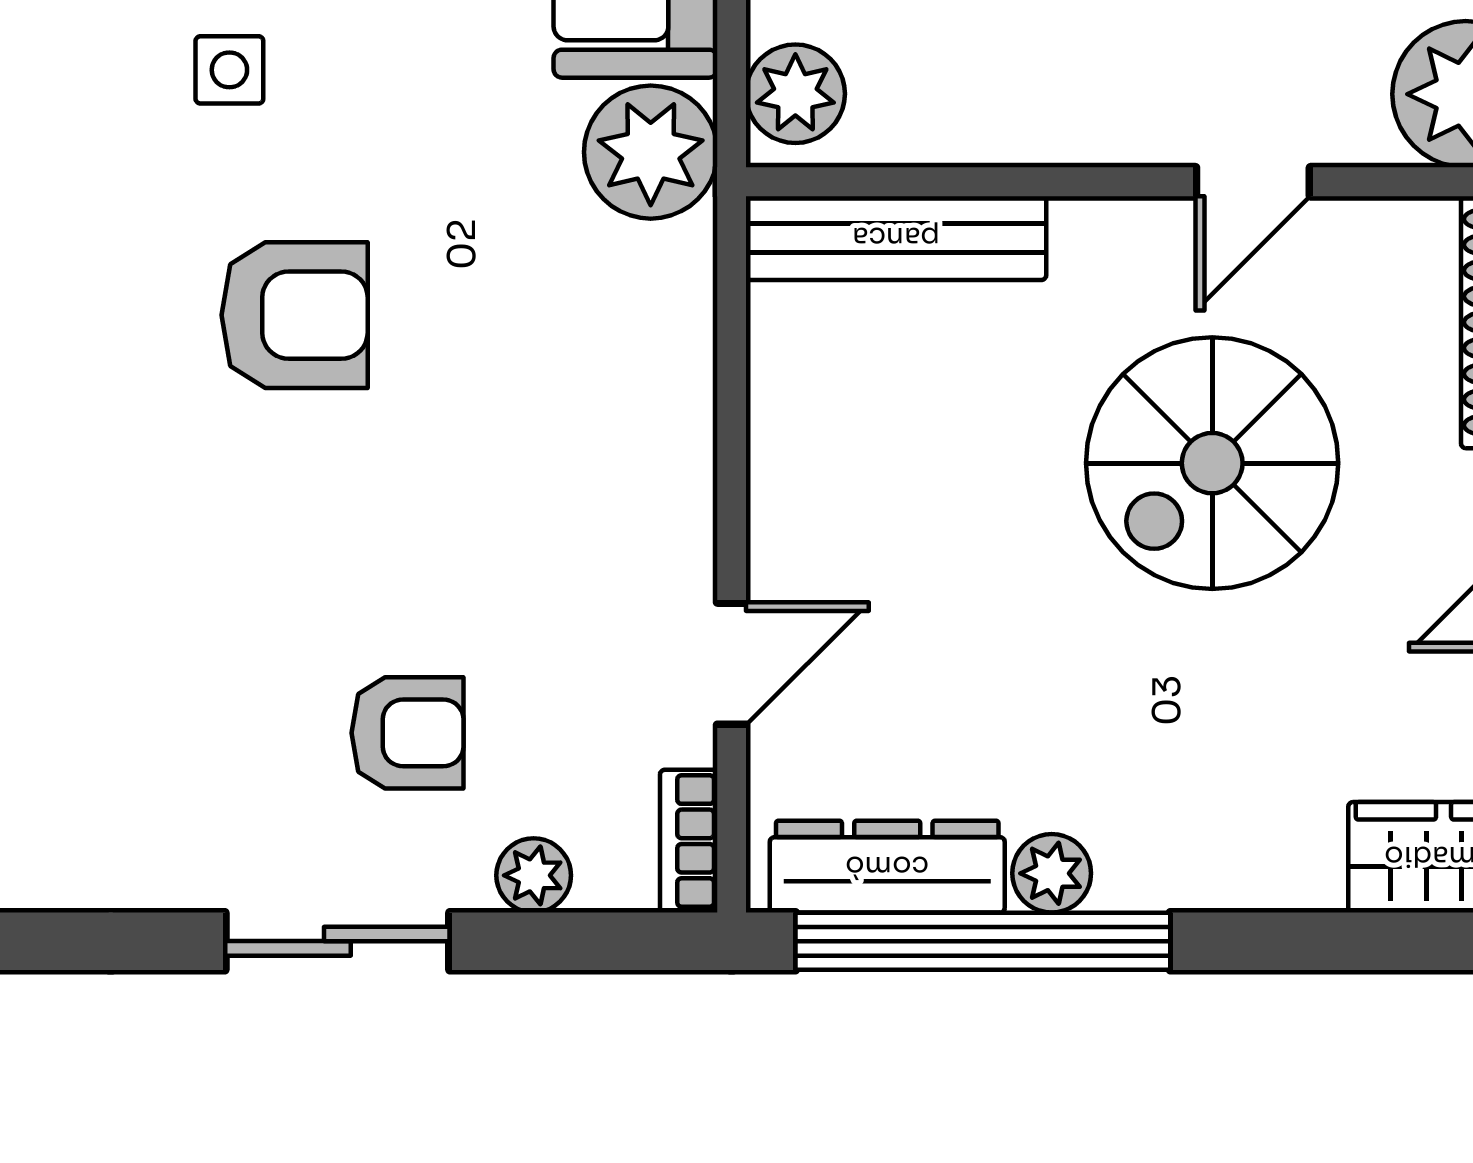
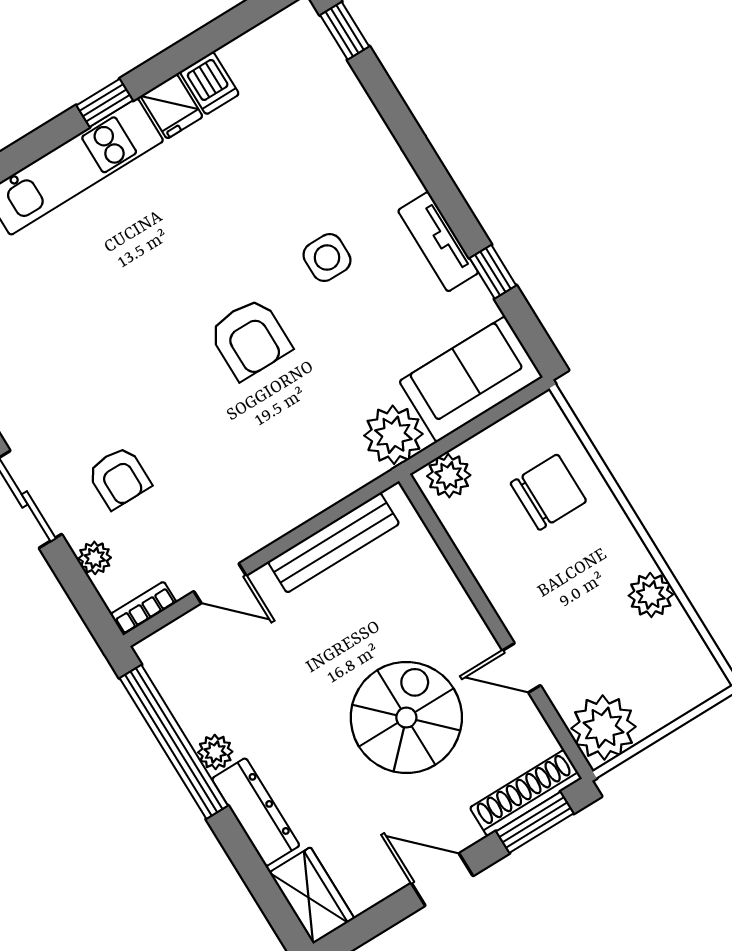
side table: (229, 70) -> (327, 258), width x1.37, depth x1.37
bench: (896, 238) -> (334, 543), moved, turned 90
spiral stairs: (1212, 463) -> (406, 718), turned 90
dresser: (887, 867) -> (256, 812), moved

